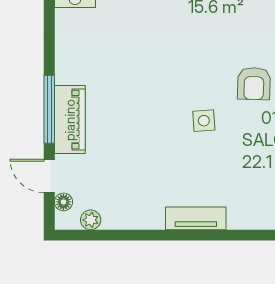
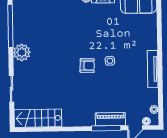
armchair: (254, 84) -> (87, 66), moved
tv unit: (196, 218) -> (153, 69), width x1.41

